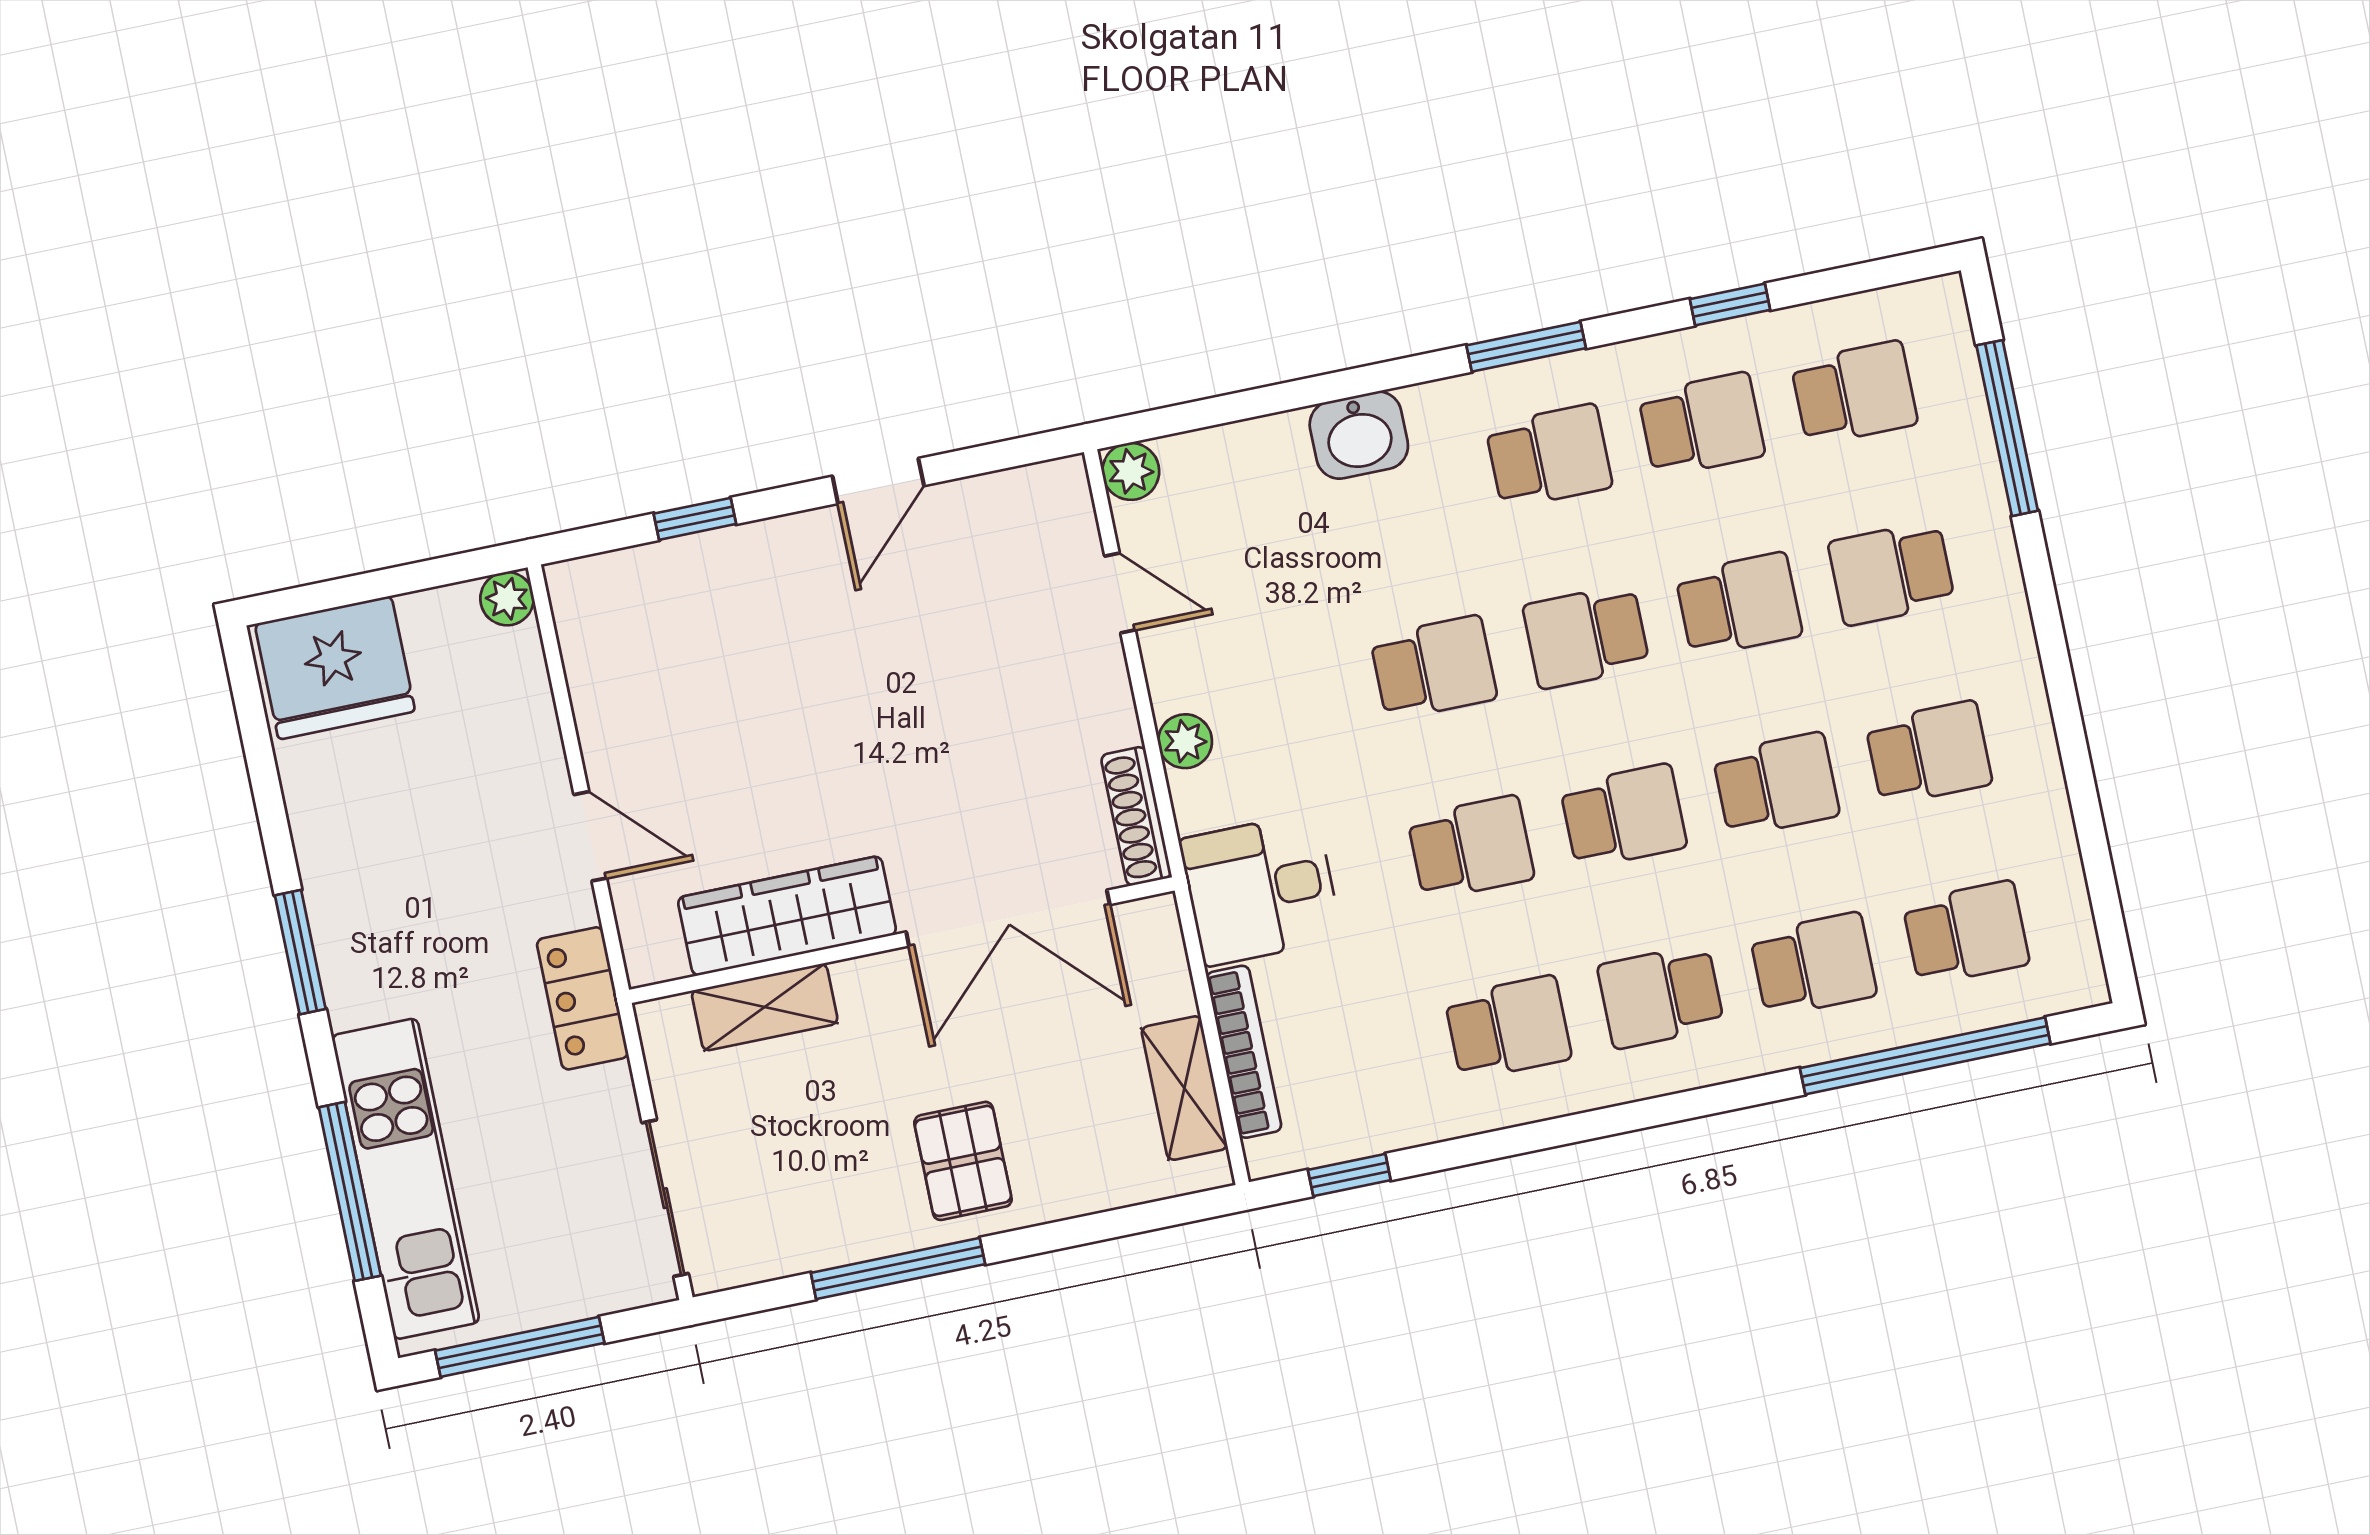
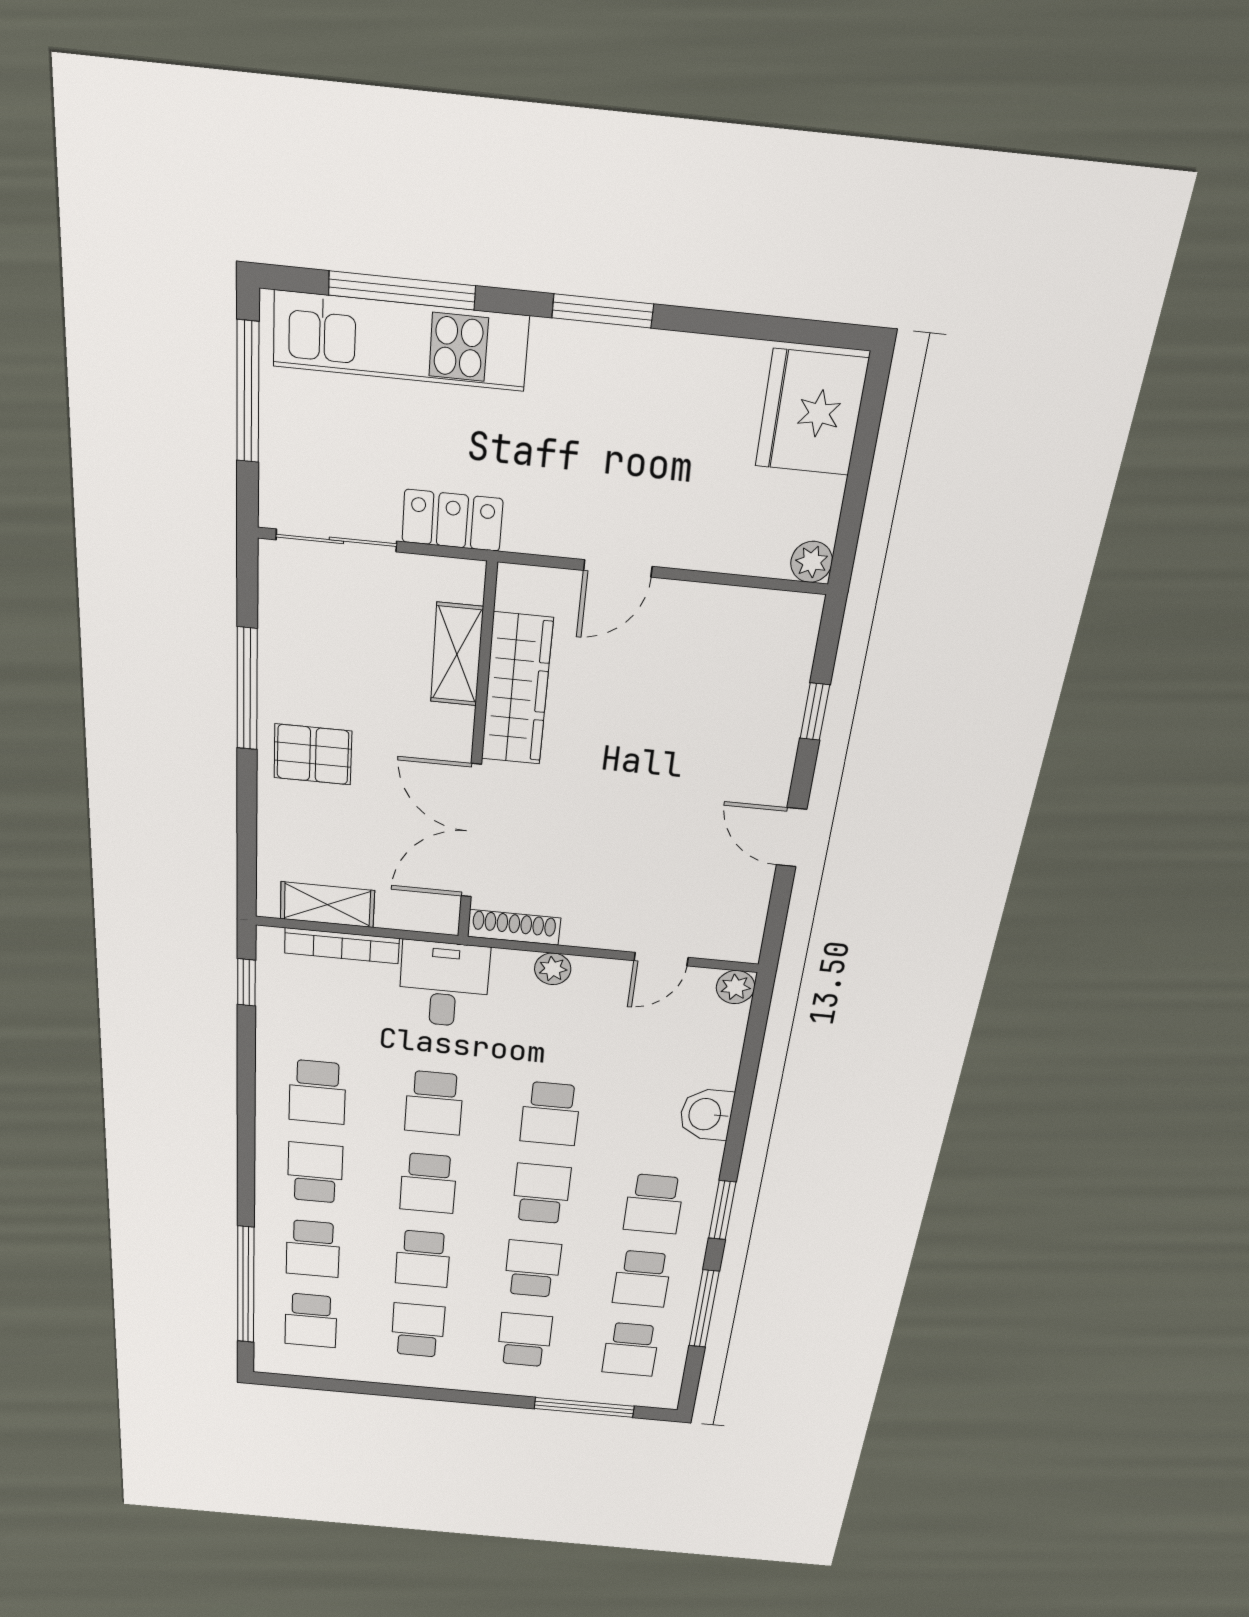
window: (1730, 304) -> (704, 1309), width x2.17
school desk: (1739, 605) -> (533, 1269), turned 180
school desk: (1929, 753) -> (418, 1330), turned 180
locker: (582, 998) -> (452, 520), moved

